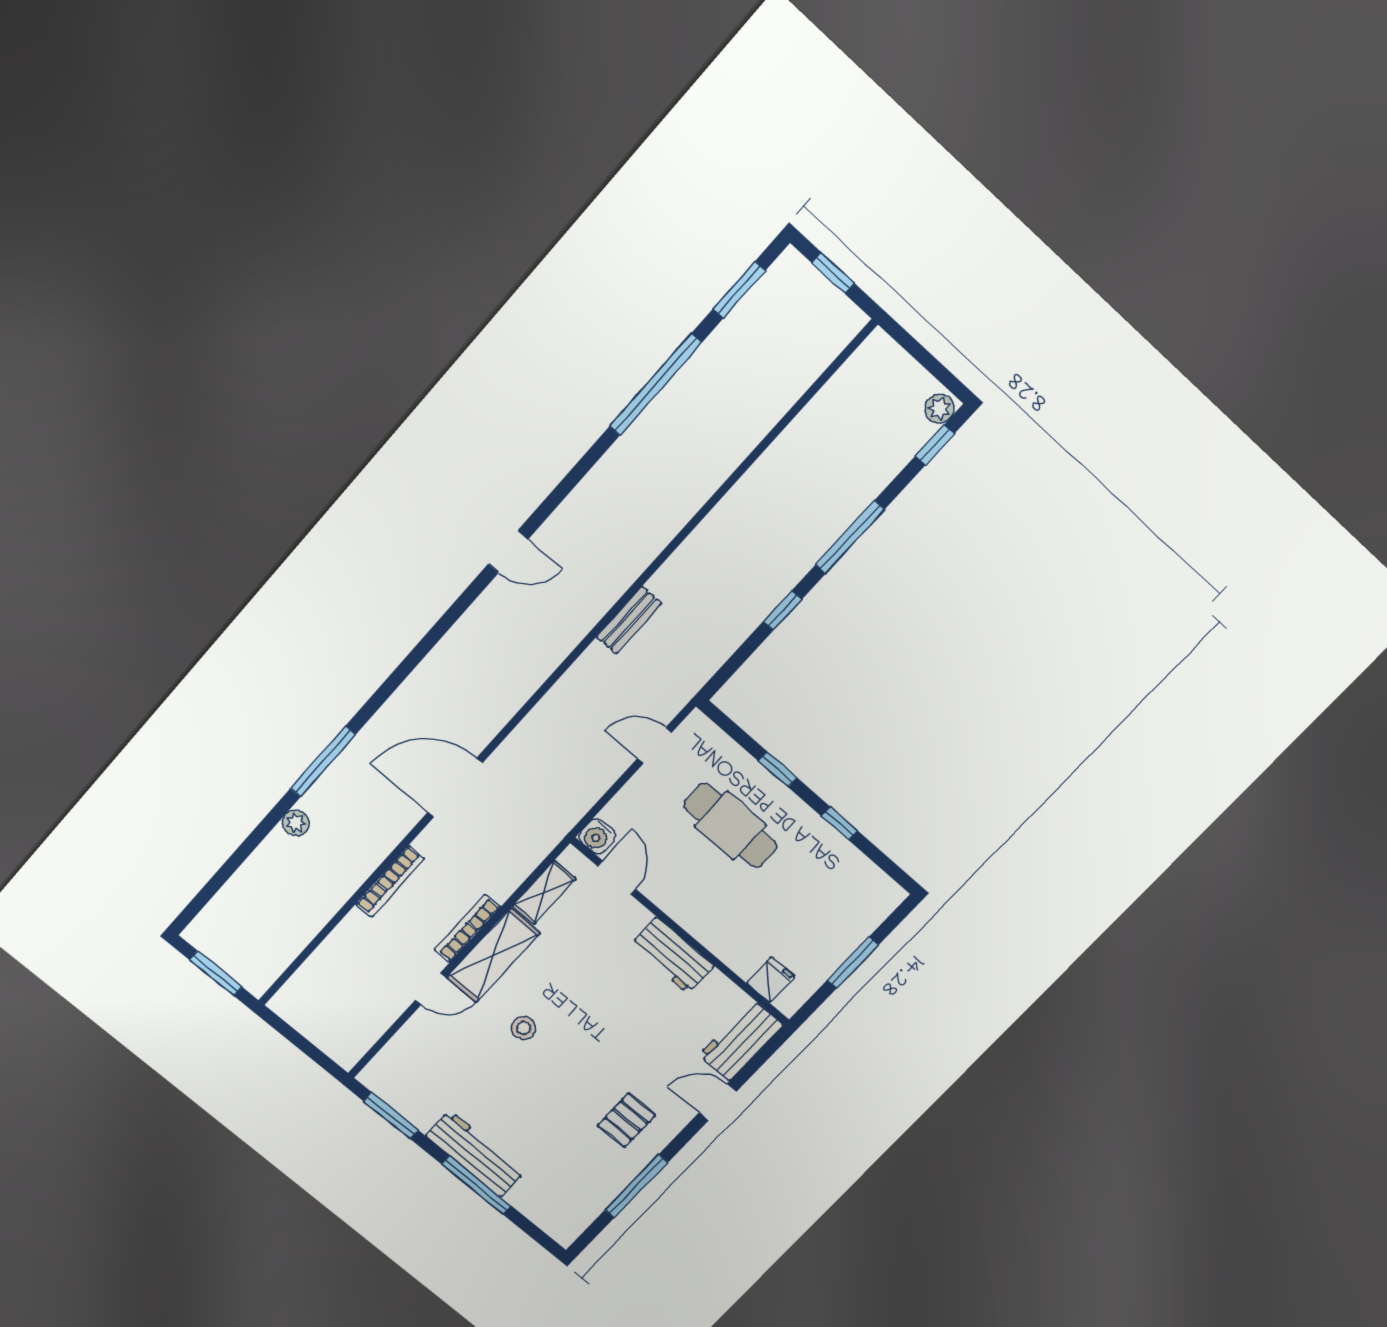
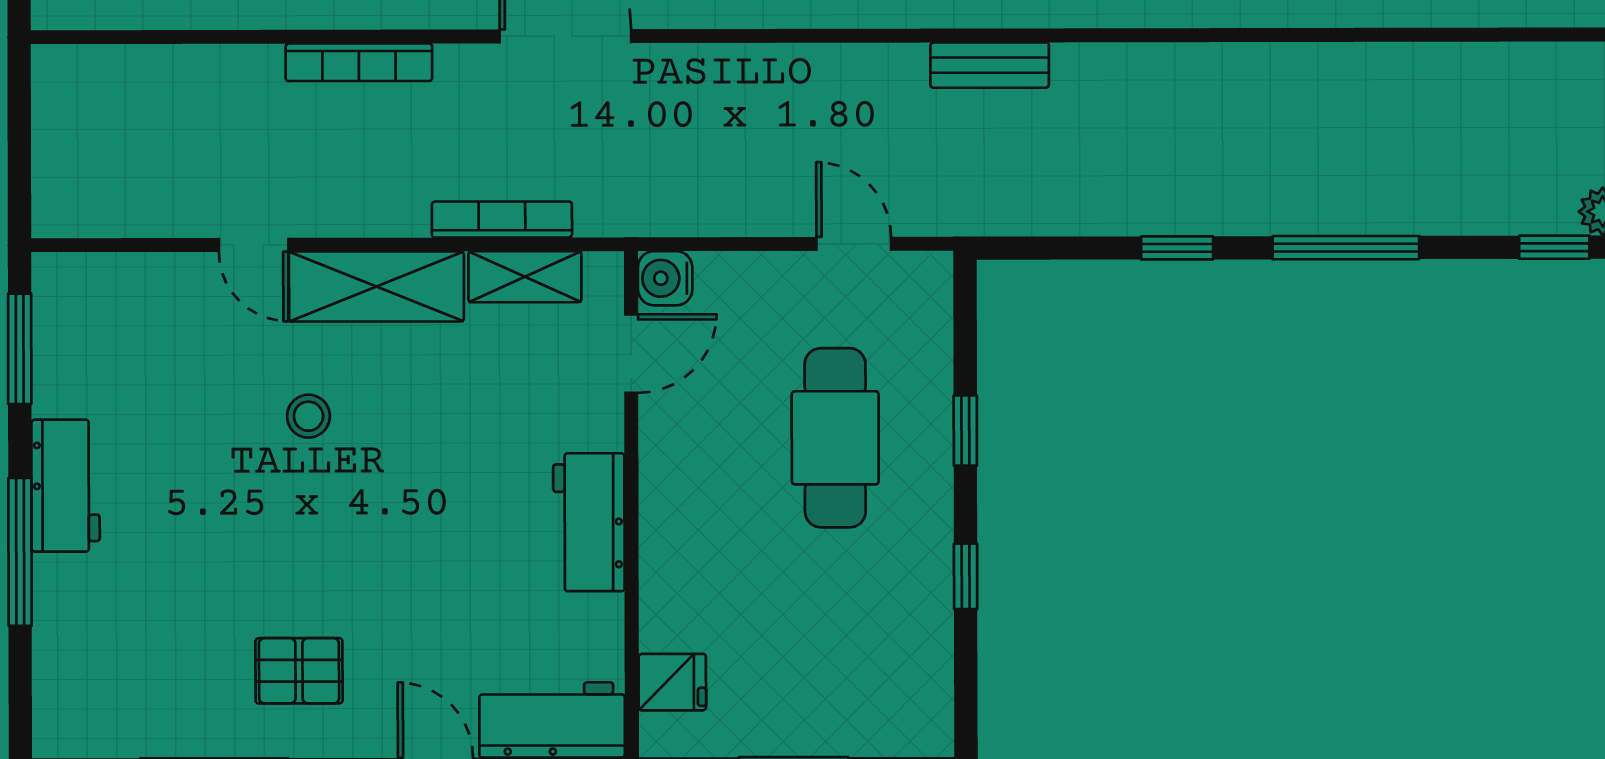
bookcase: (467, 928) -> (502, 220), moved
workbench: (475, 1154) -> (66, 486), width x0.73

